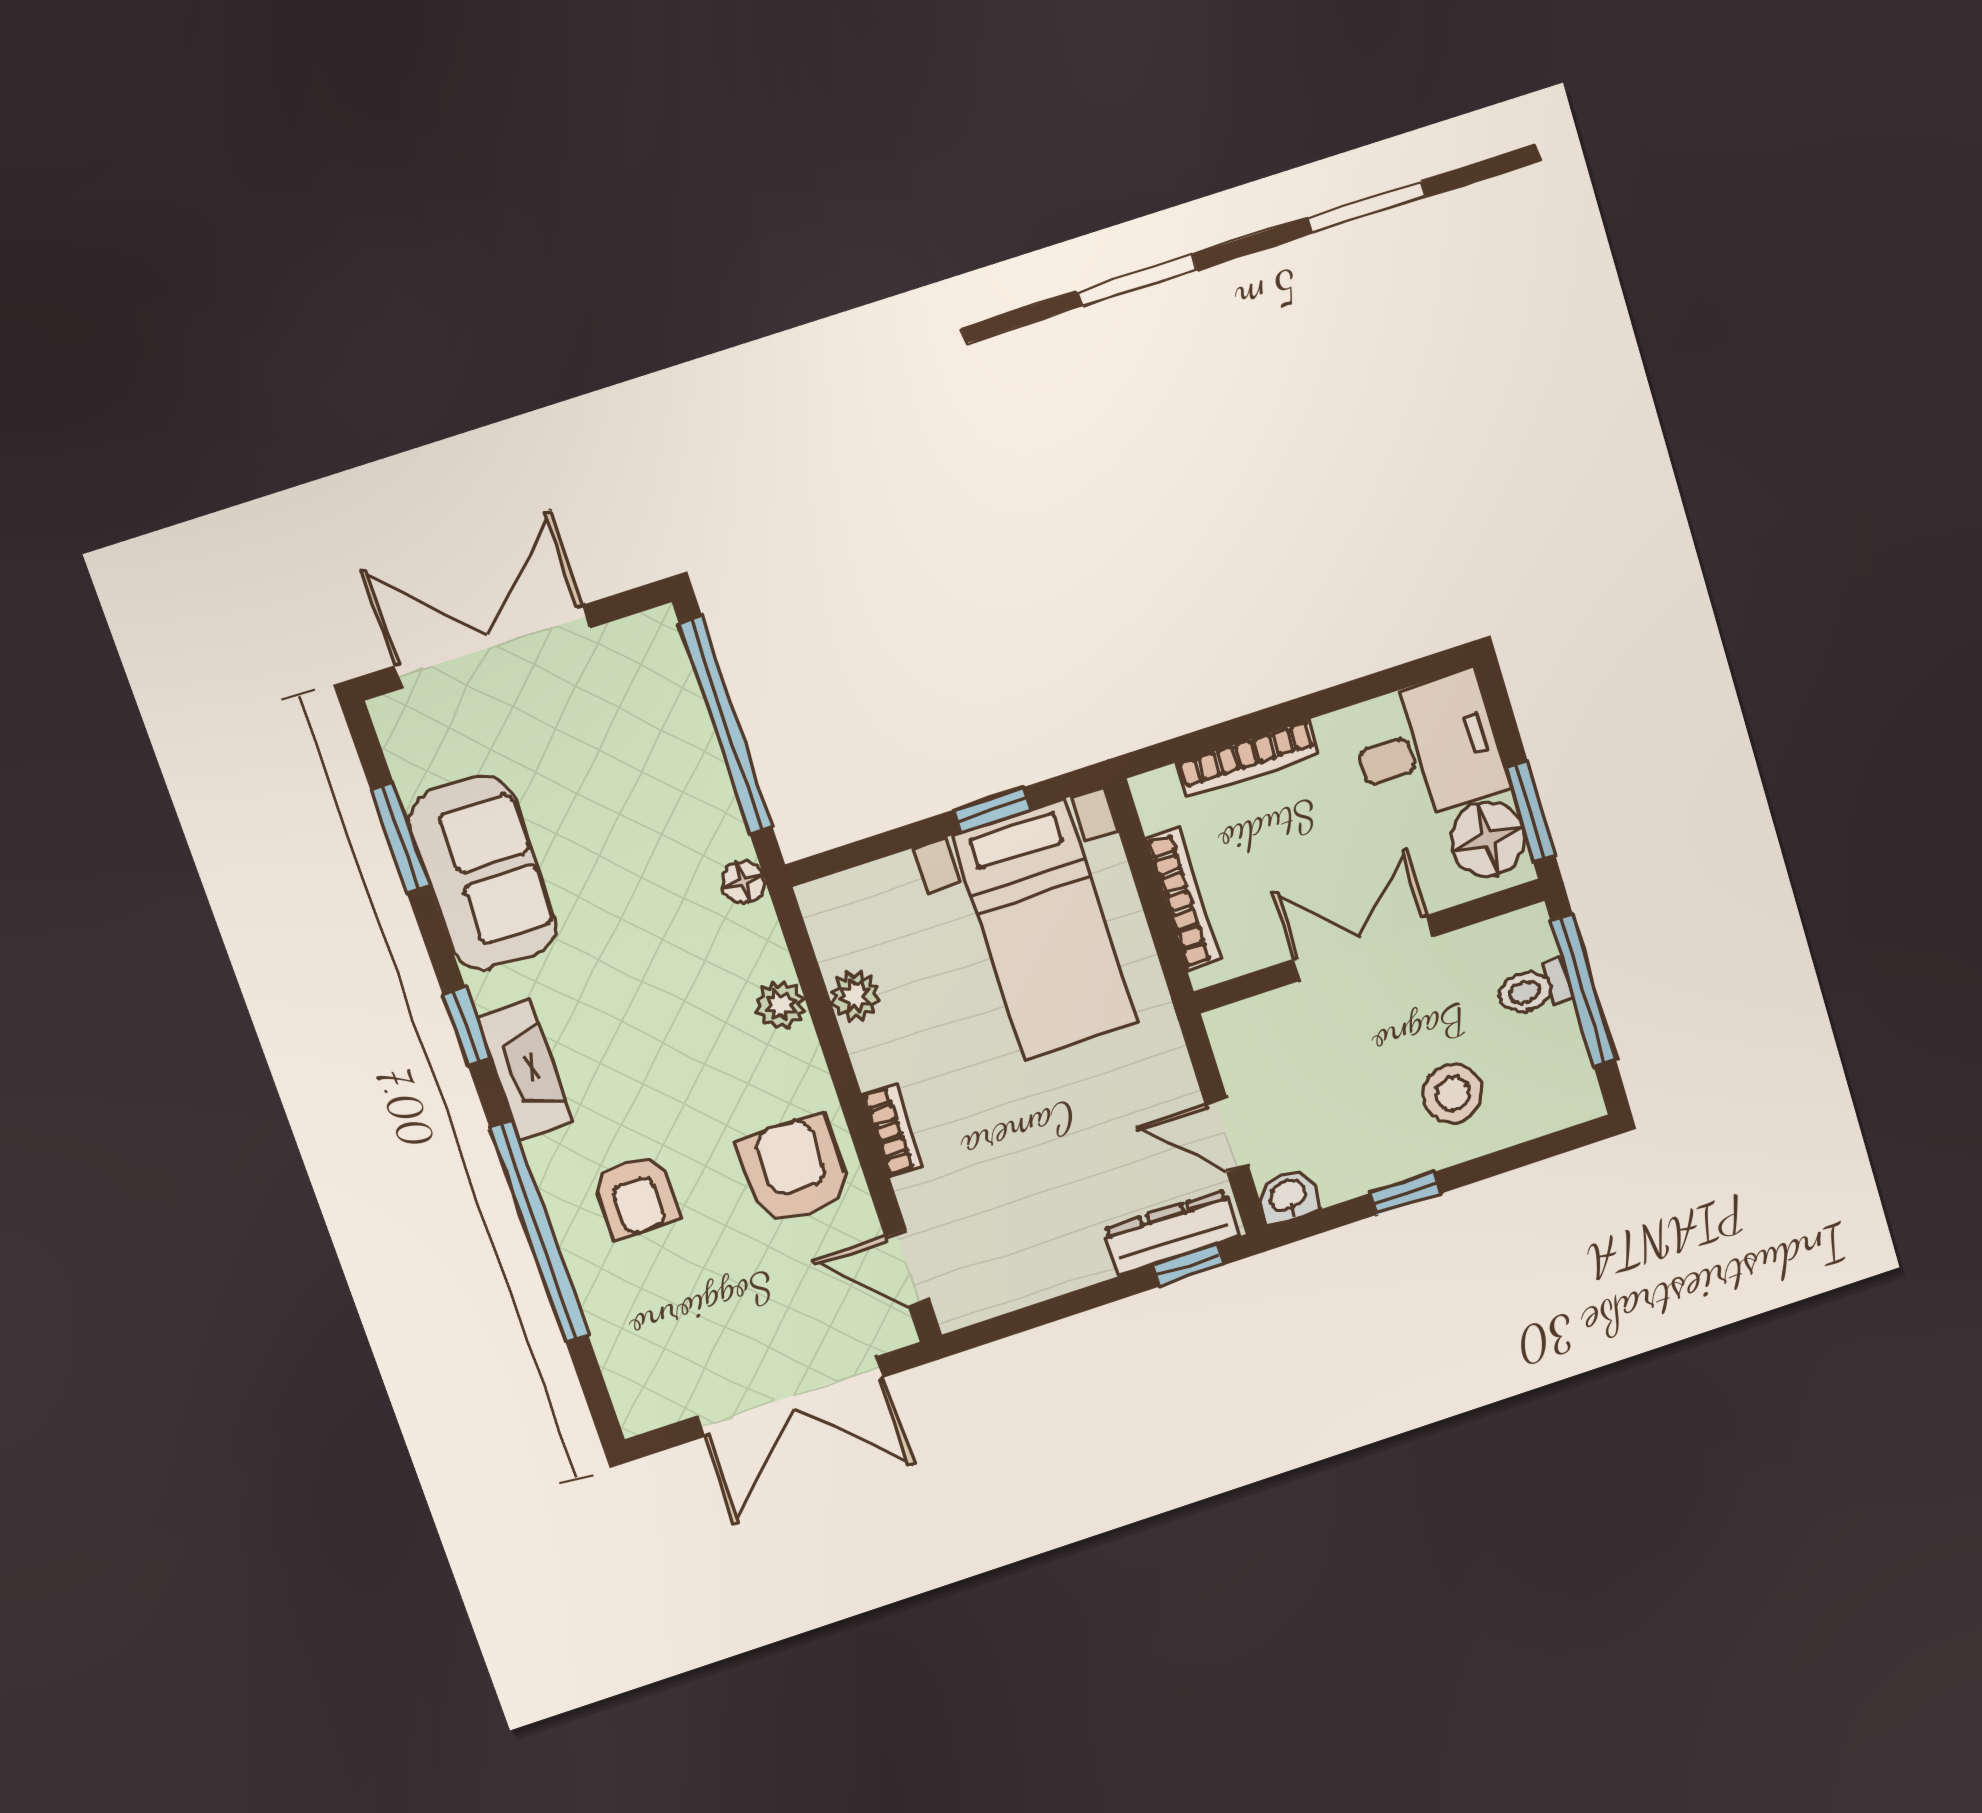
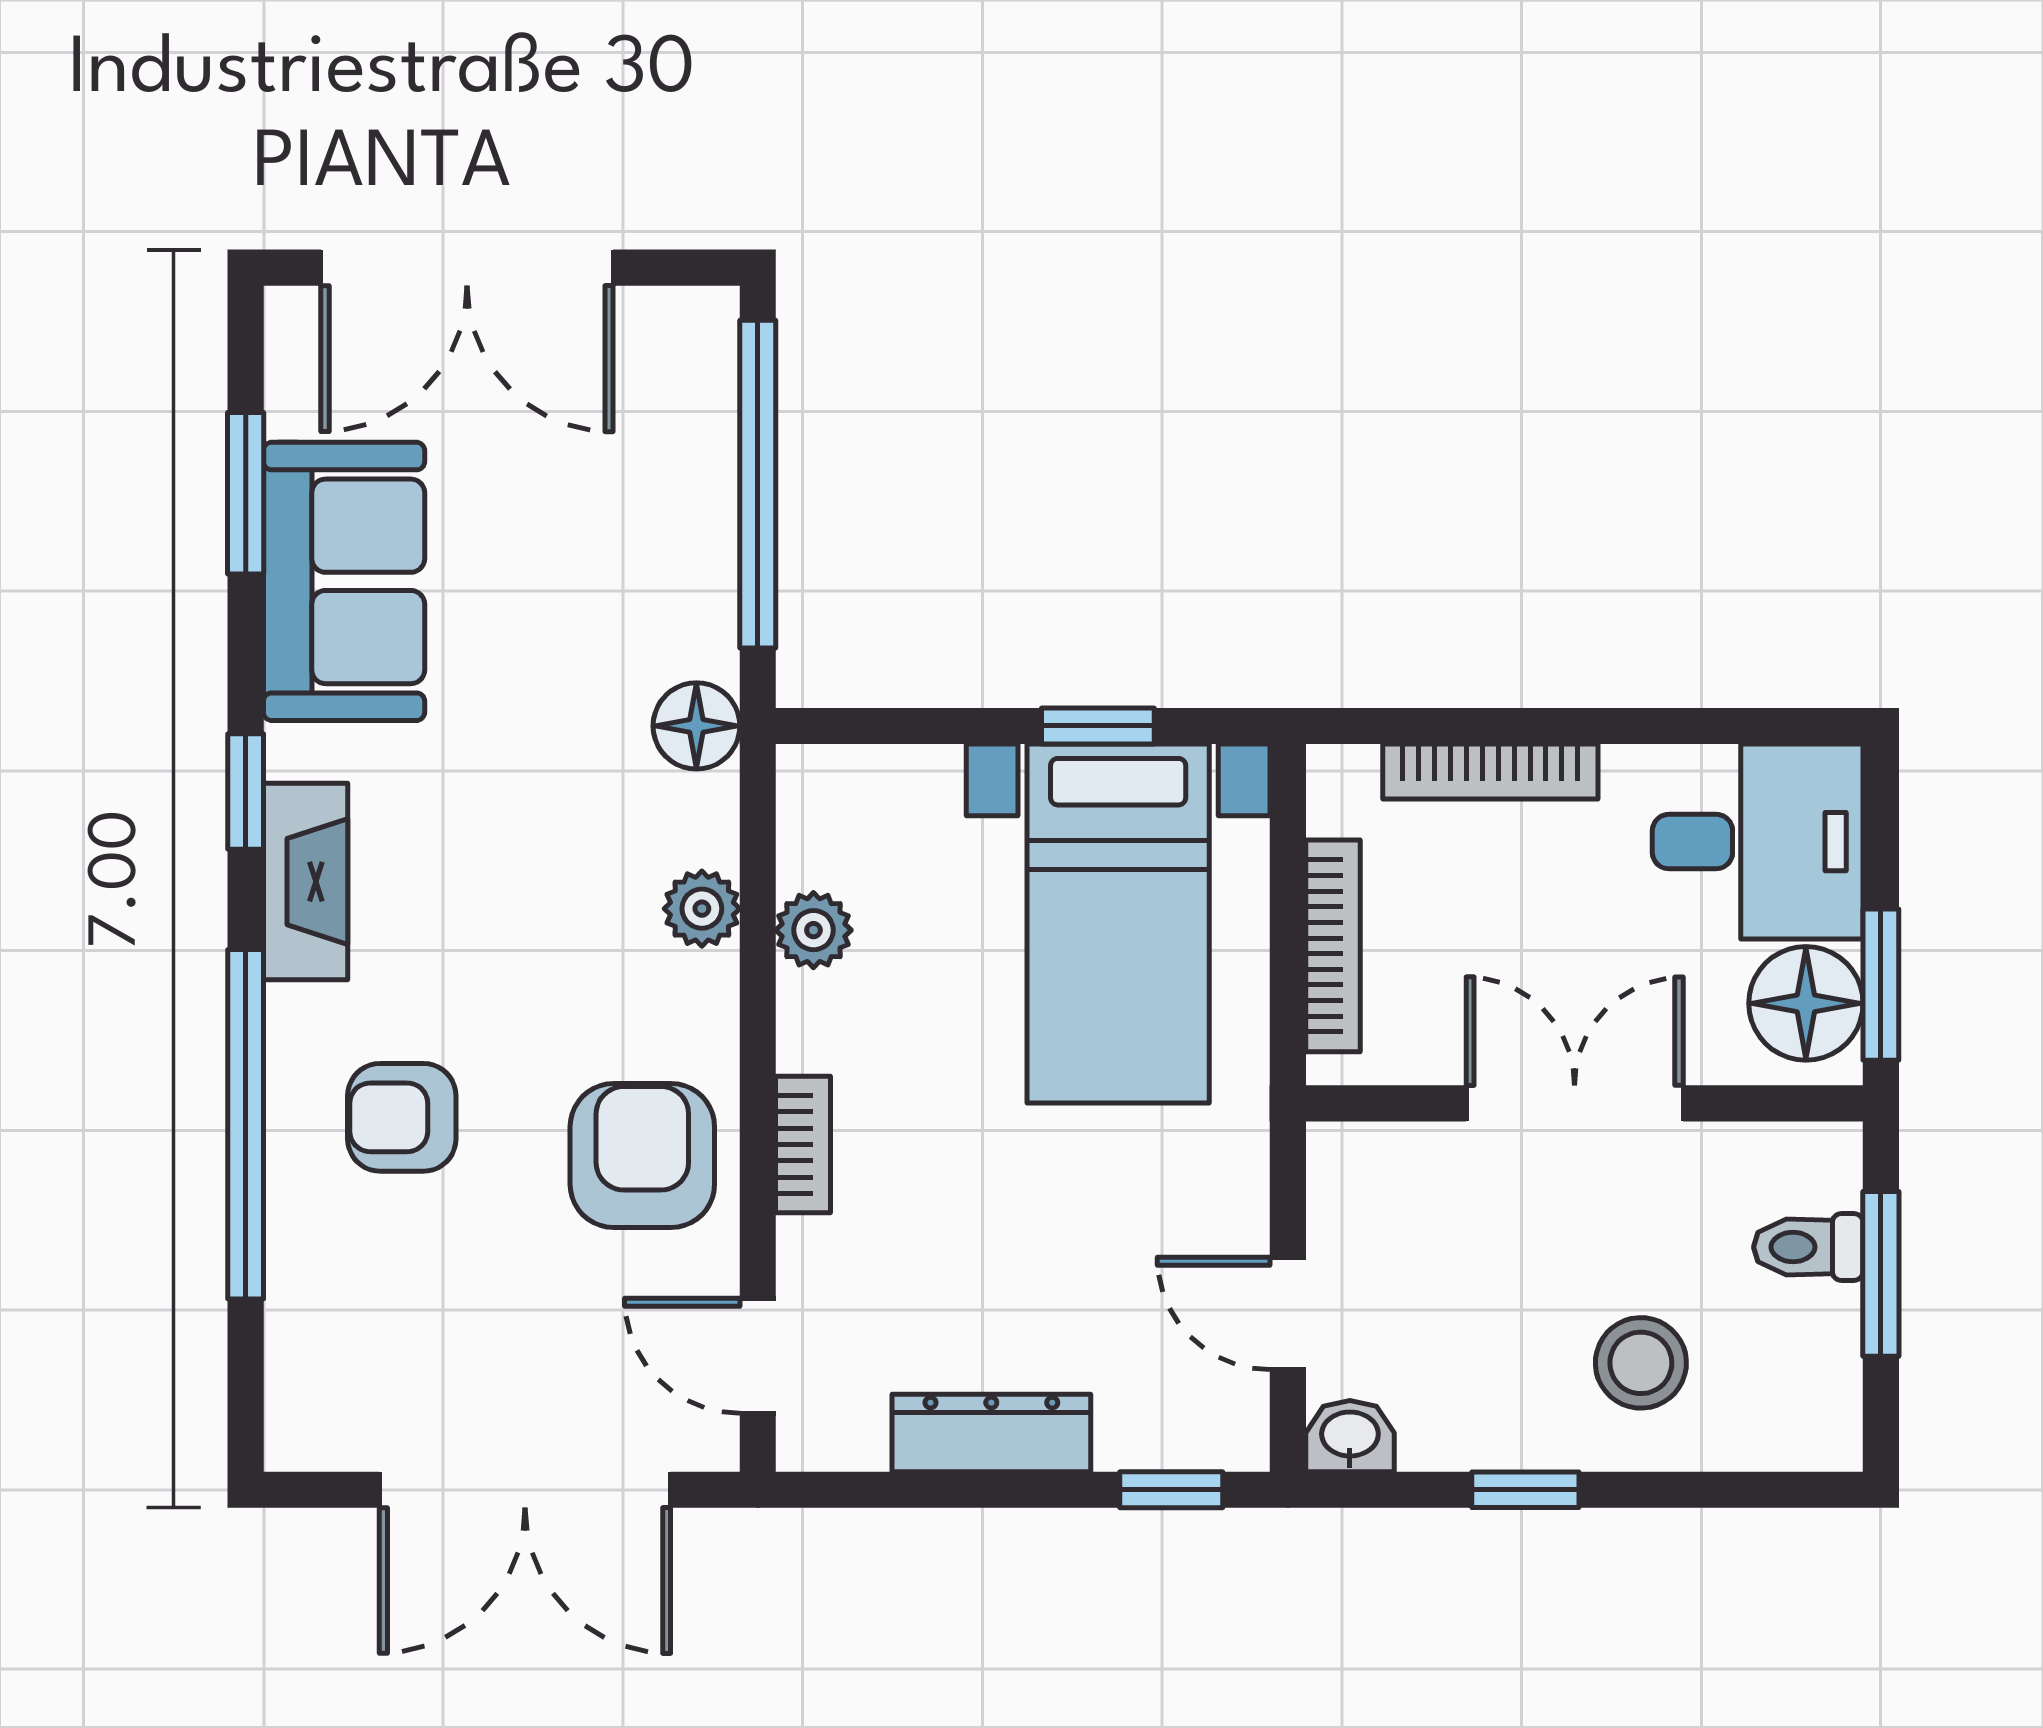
double door: (492, 647) -> (467, 268), swing flipped
floor lamp: (744, 882) -> (696, 726), width x1.37, depth x1.37
window: (1583, 991) -> (1881, 1274), width x0.69
armchair: (636, 1196) -> (402, 1117), turned 90
dresser: (1171, 1233) -> (991, 1433), moved

